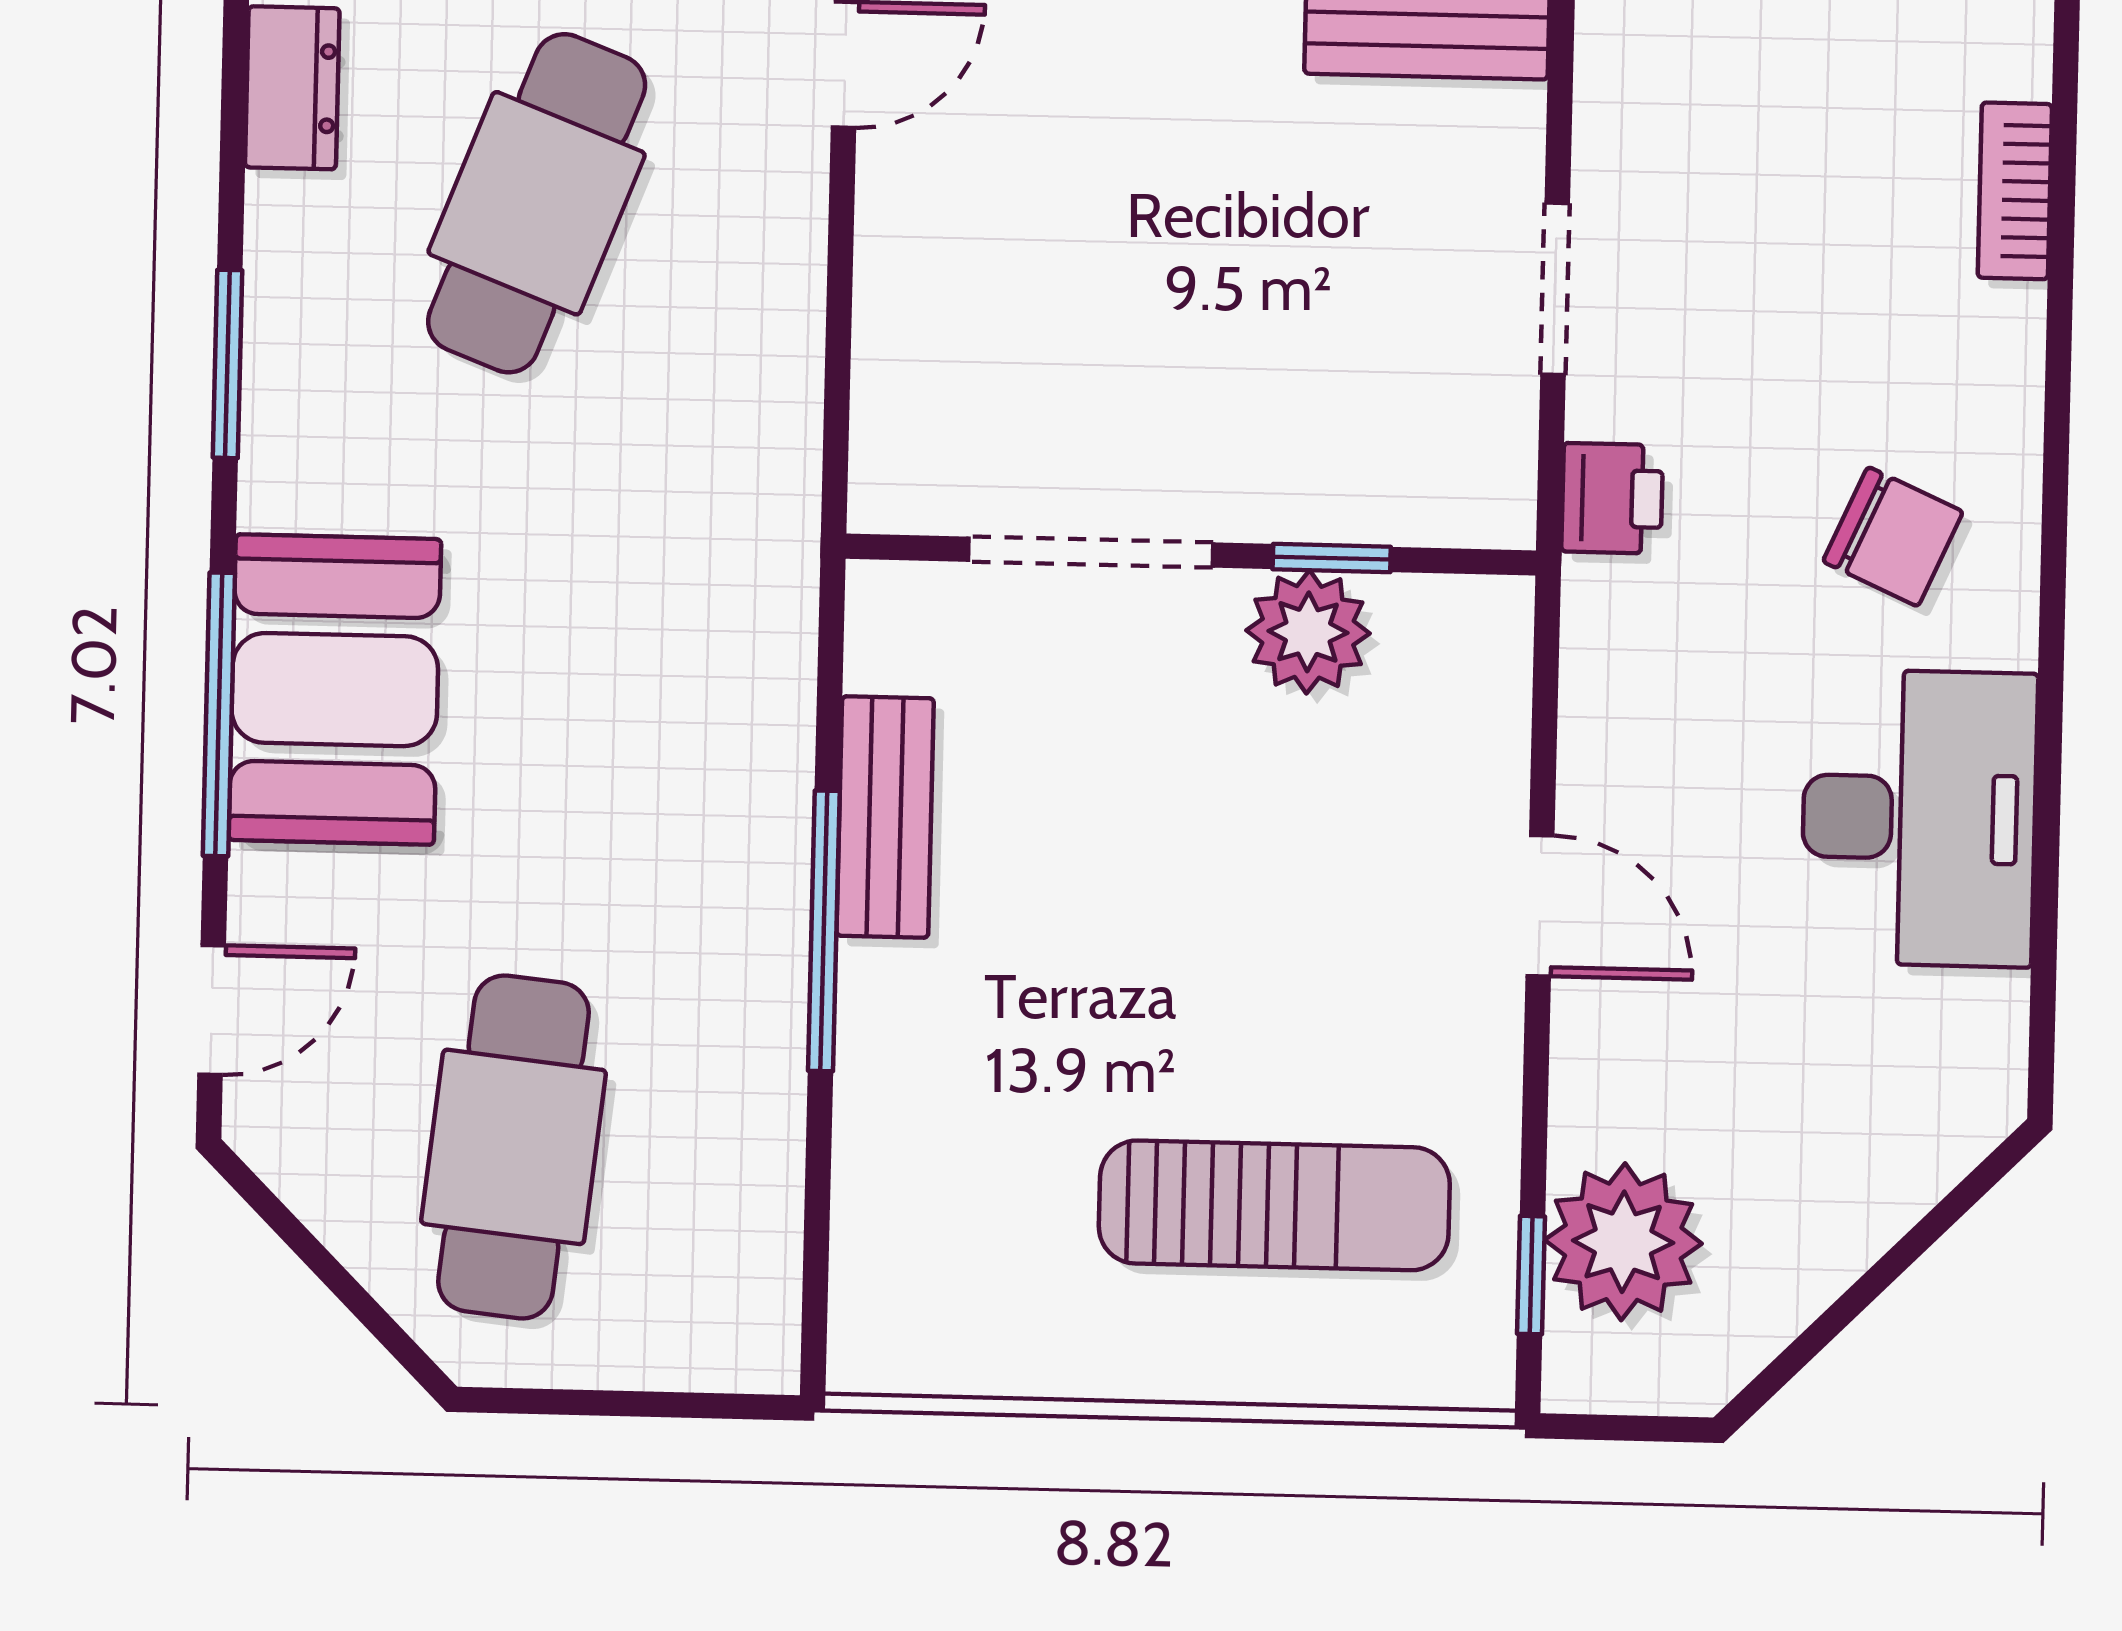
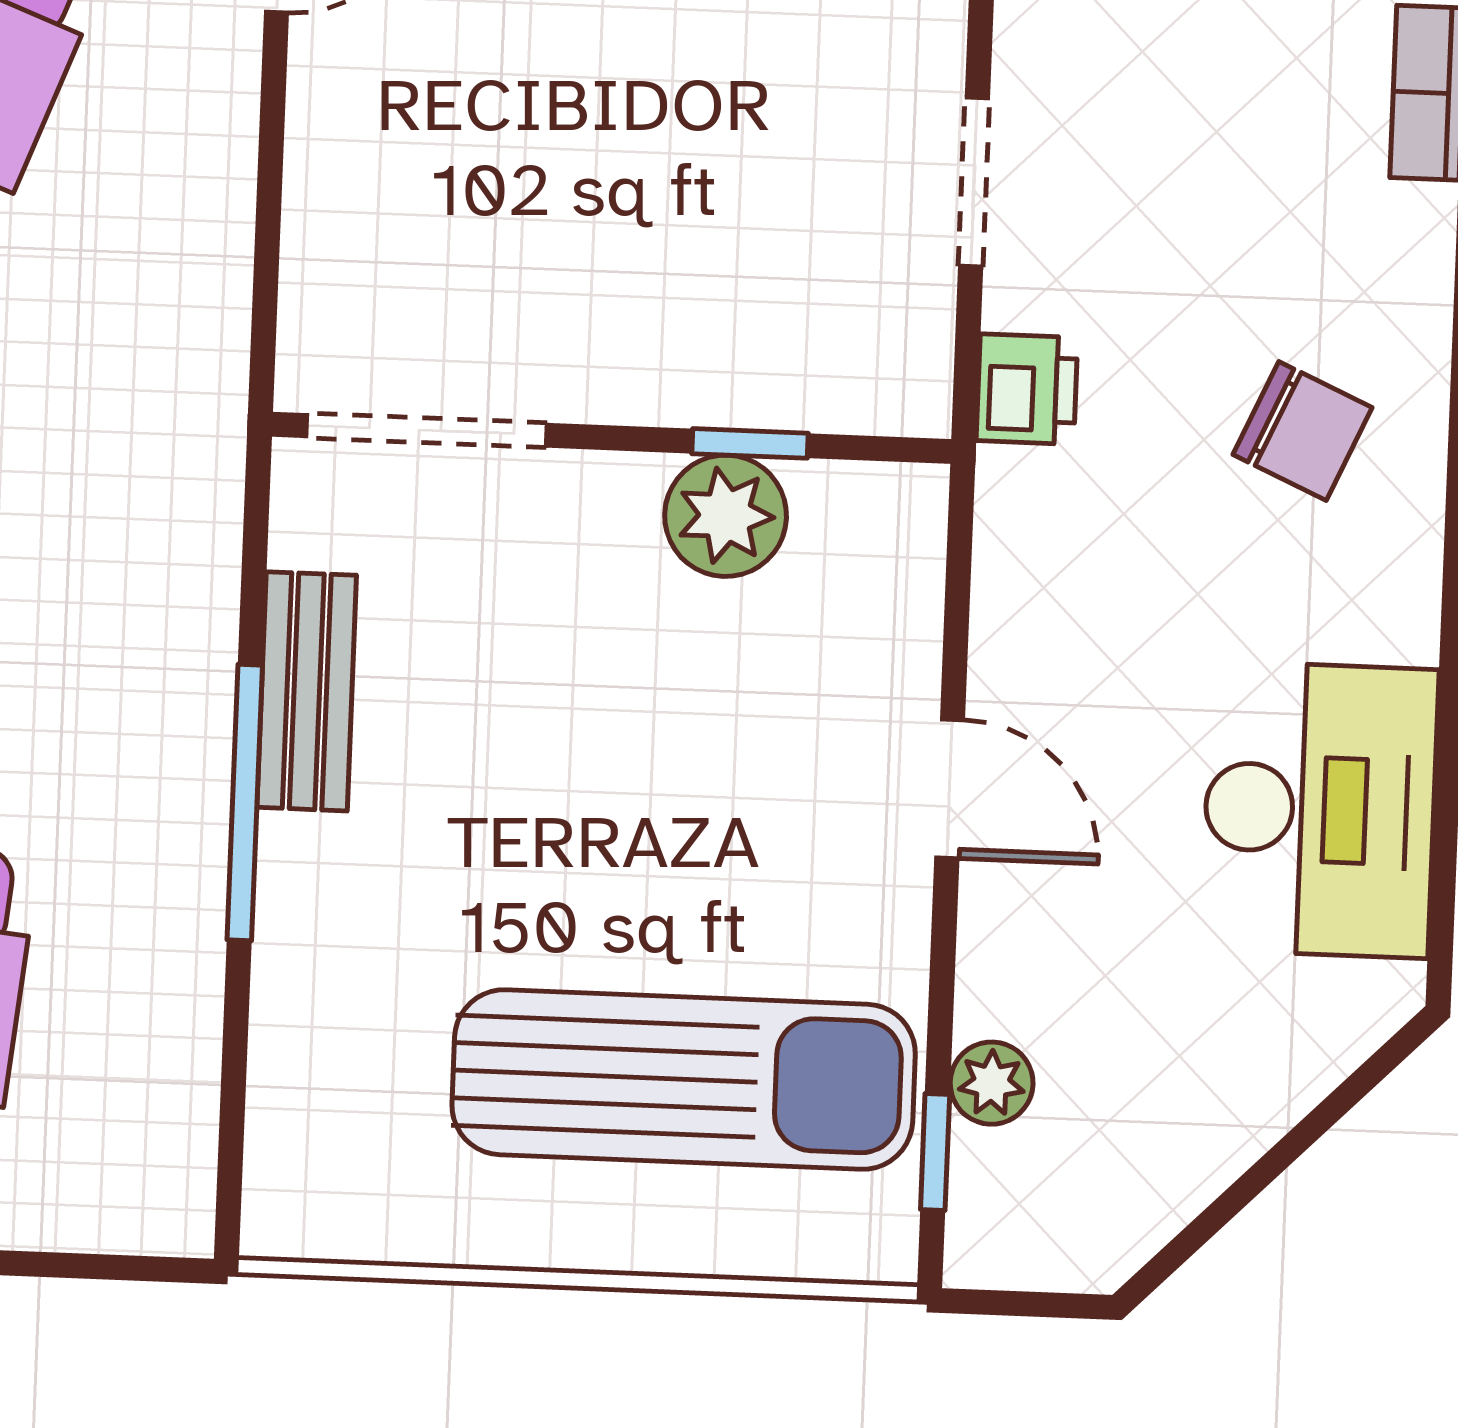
doorway: (1090, 552) -> (426, 430), moved
desk: (1919, 818) -> (1320, 810), moved
sun lounger: (1274, 1205) -> (684, 1079), width x1.36, depth x1.34
plant: (1623, 1242) -> (992, 1083), width x0.53, depth x0.53

